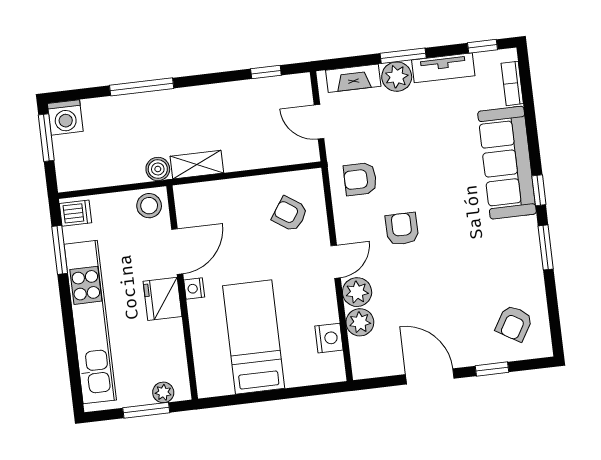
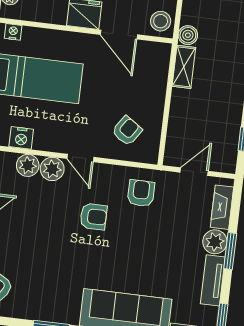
nightstand: (194, 289) -> (13, 32), moved

